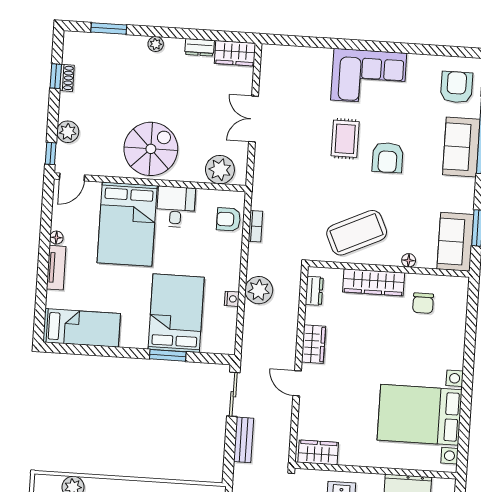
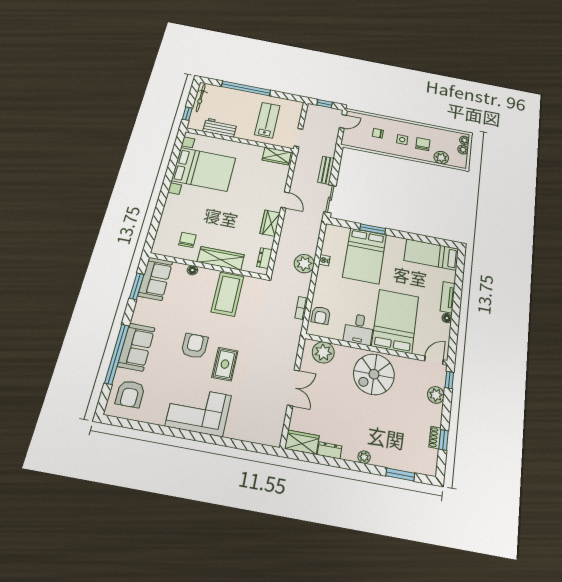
armchair: (229, 219) -> (321, 315), turned 90
coffee table: (357, 233) -> (227, 294), turned -65

